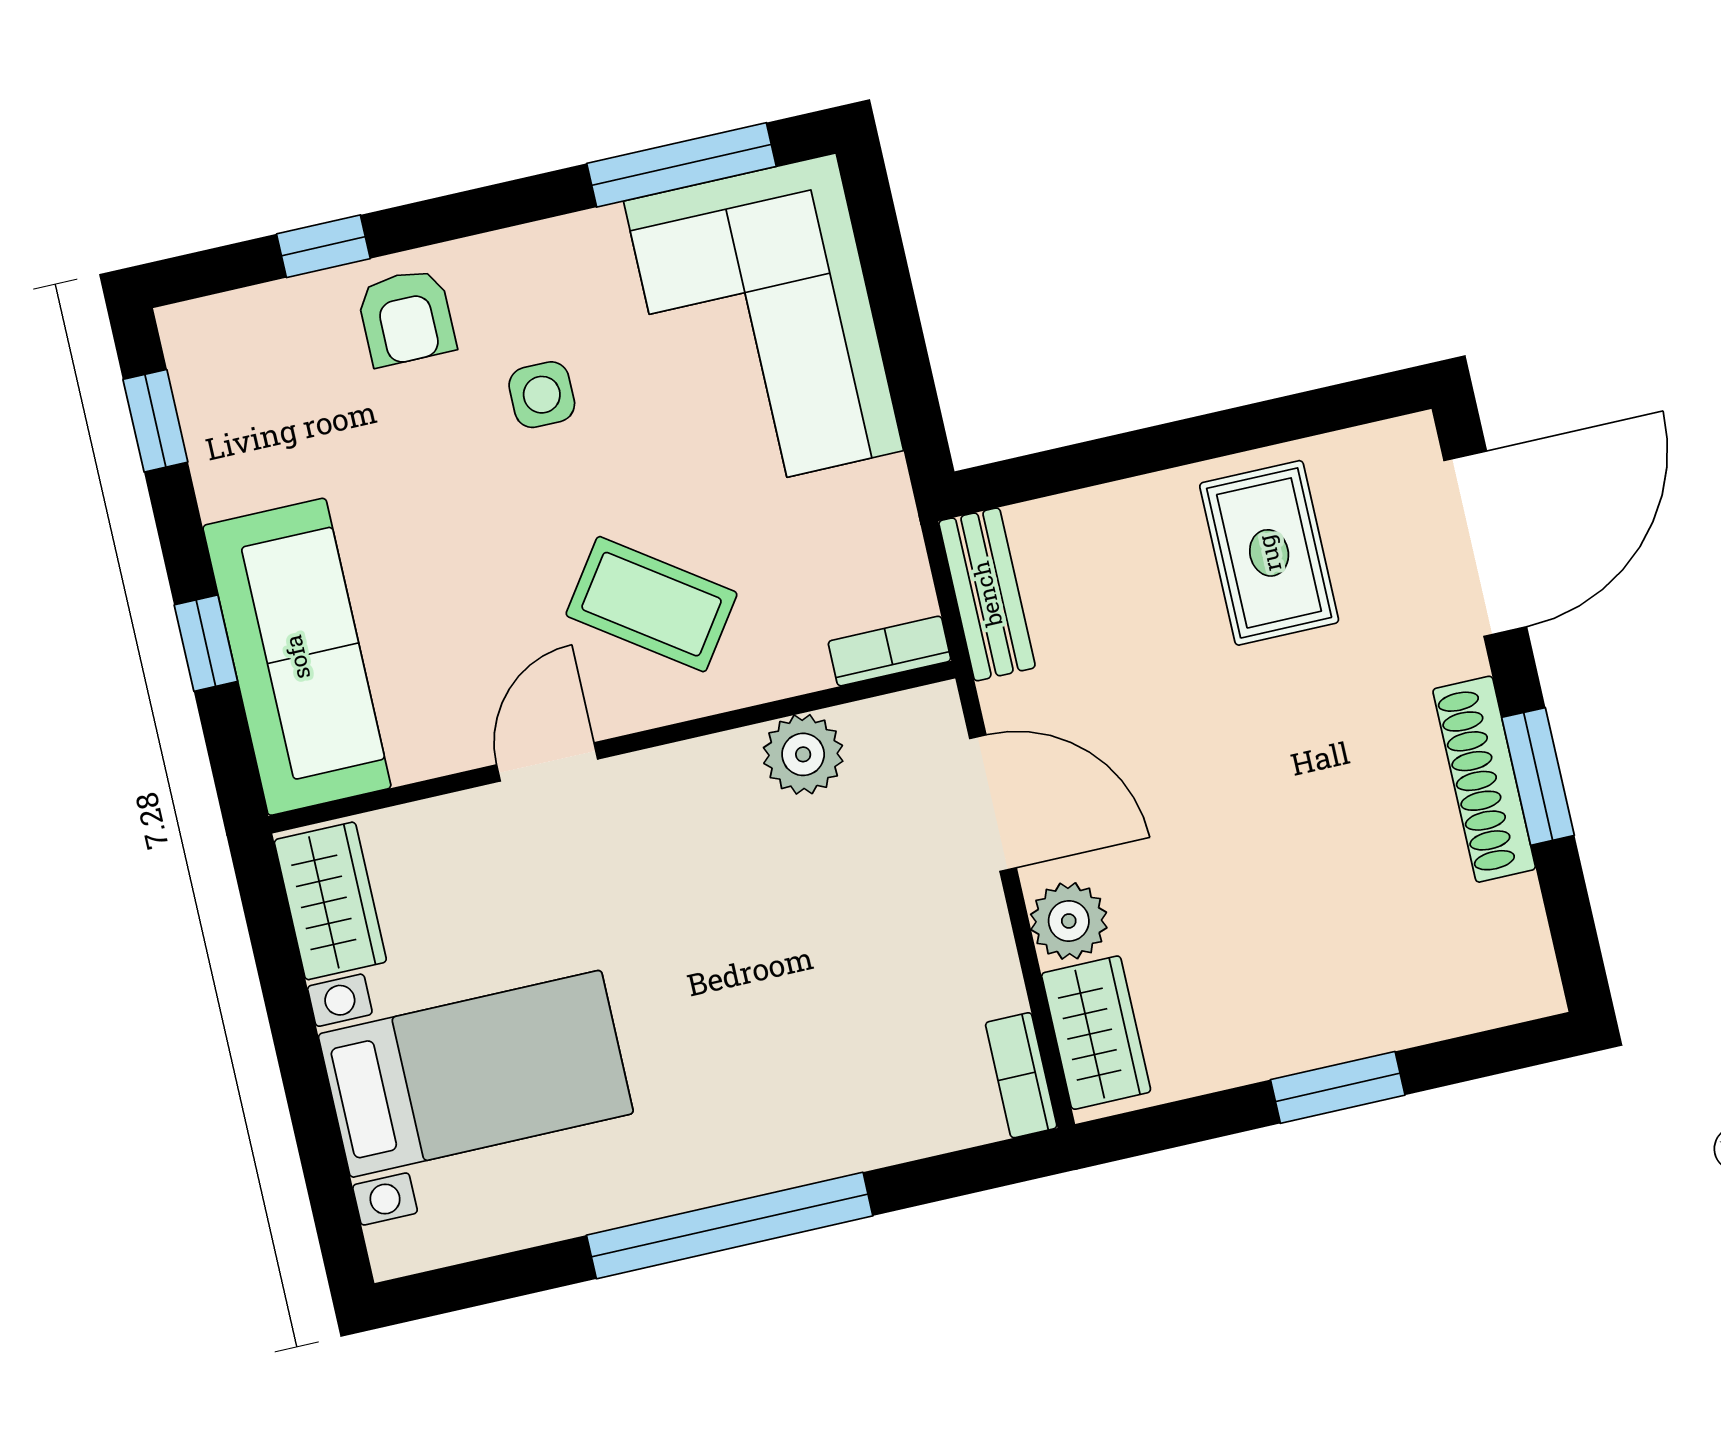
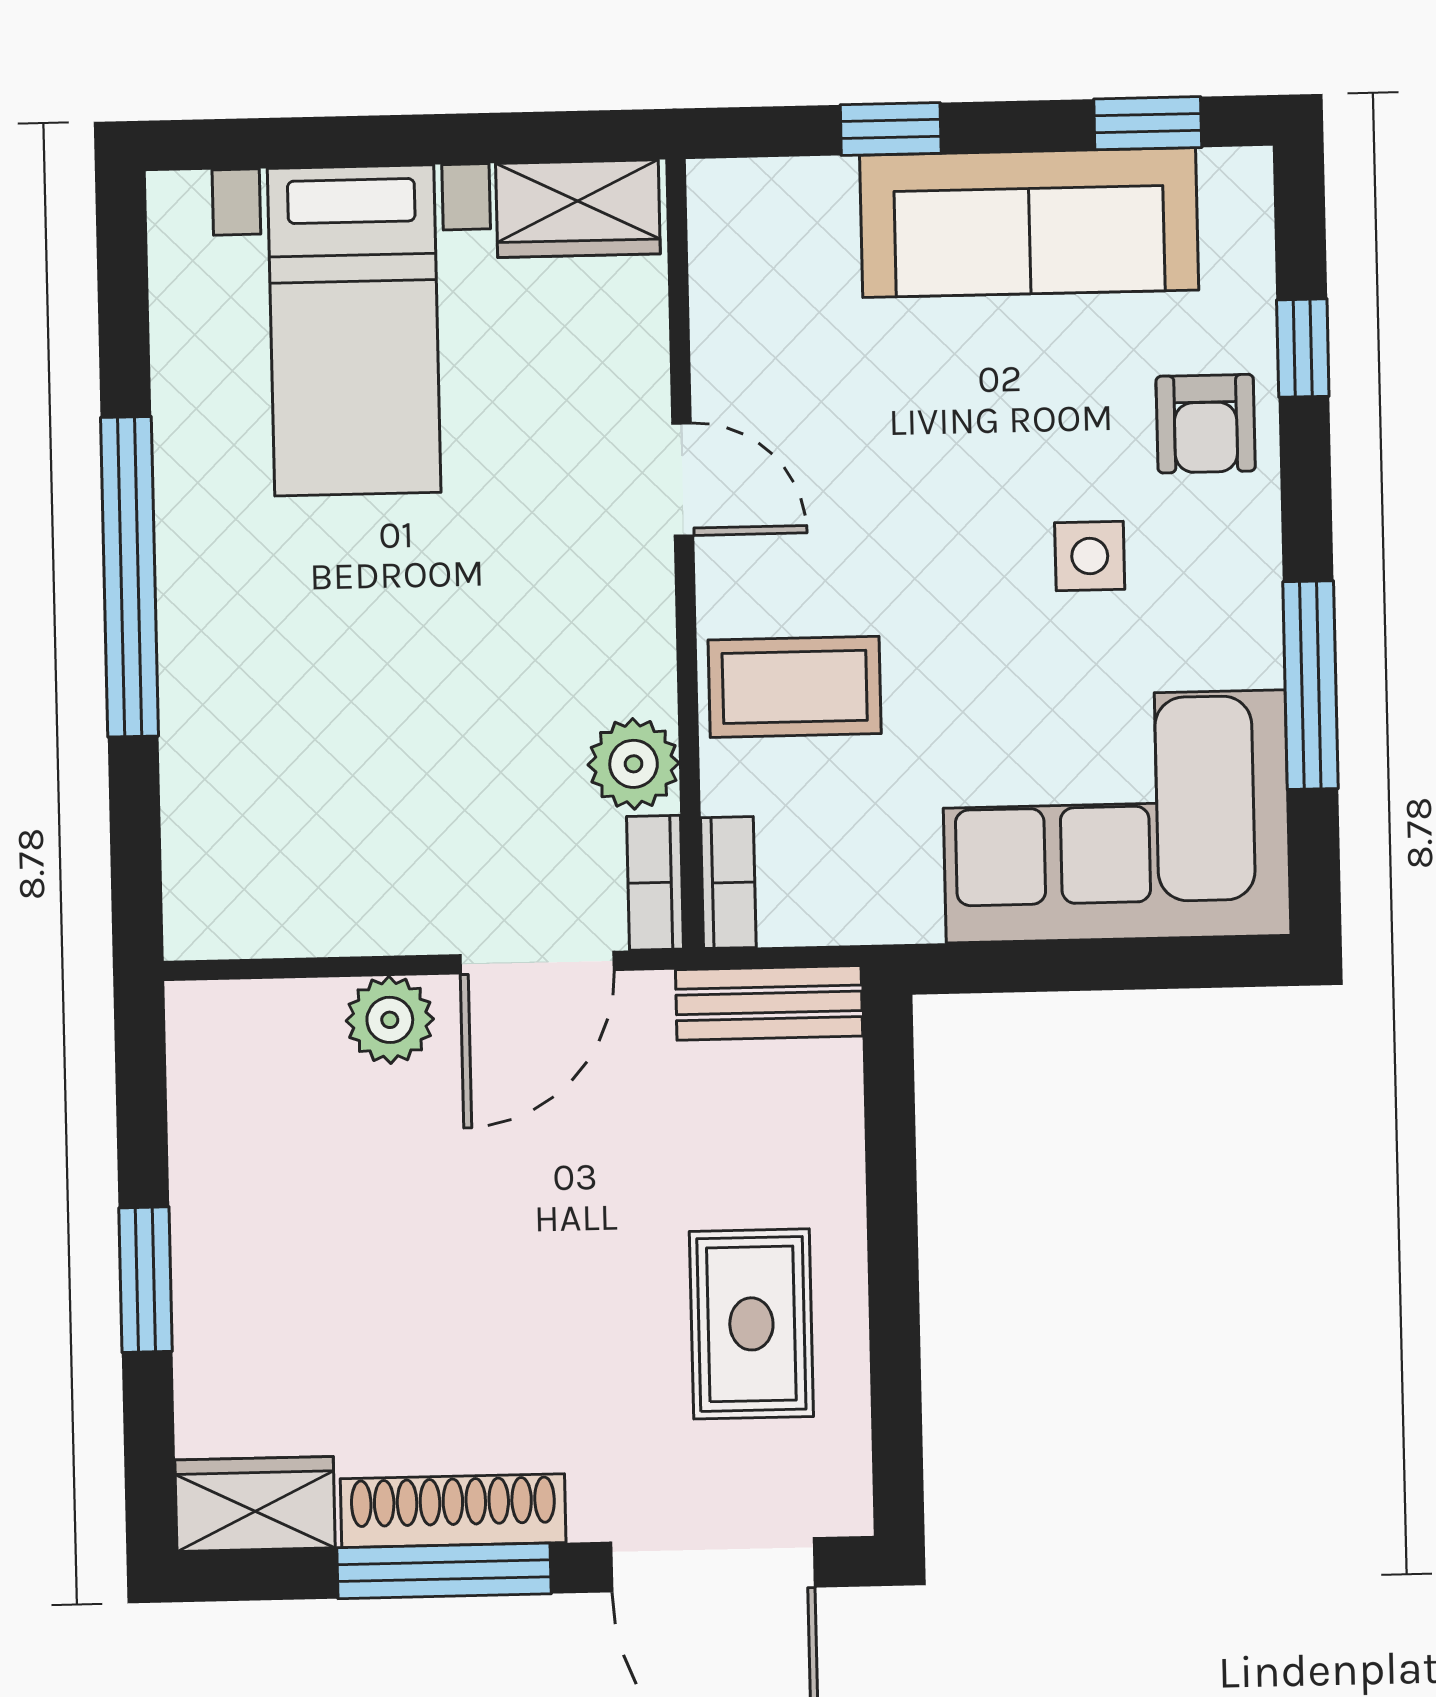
window: (682, 165) -> (1310, 685), moved
armchair: (406, 317) -> (1206, 424), turned -90
rug: (1269, 553) -> (751, 1324), turned 90
coffee table: (652, 604) -> (795, 687), moved, turned 55
sofa: (297, 657) -> (1029, 223), moved
window: (1538, 776) -> (444, 1571), width x1.44
wardrobe: (1096, 1033) -> (255, 1504), moved, turned 180
bookcase: (1021, 1075) -> (655, 883), moved, turned -90

